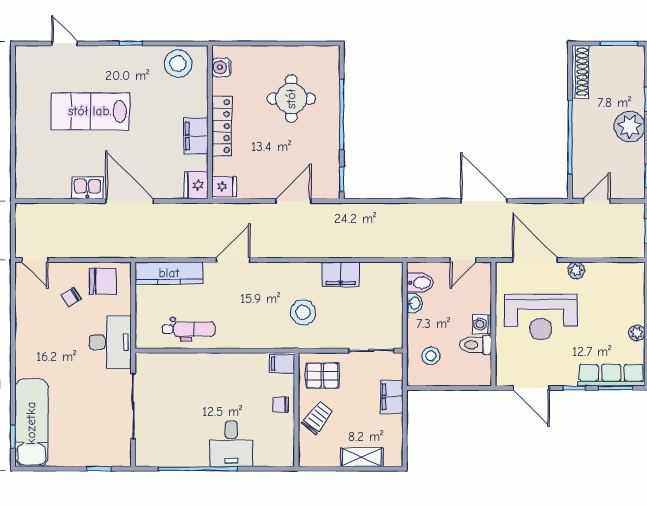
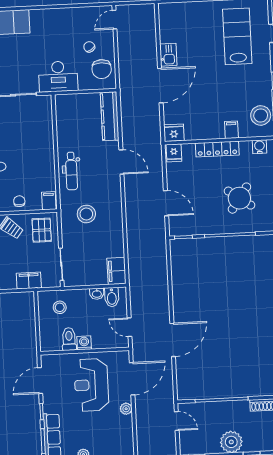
round table: (291, 99) -> (239, 198), turned 35
lab bench: (90, 111) -> (237, 36), moved
filing cabinet: (196, 136) -> (231, 130), moved, width x0.50
filing cabinet: (341, 274) -> (116, 271), moved
dental chair: (189, 329) -> (71, 171), moved

